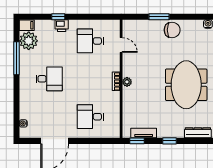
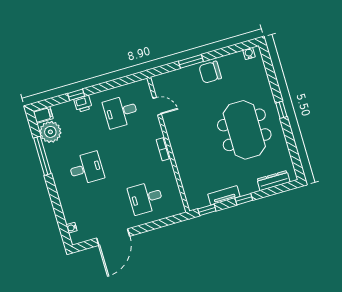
chair: (172, 30) -> (210, 72), turned 180
plant: (127, 82) -> (176, 146), removed
tv unit: (144, 133) -> (224, 195), moved

